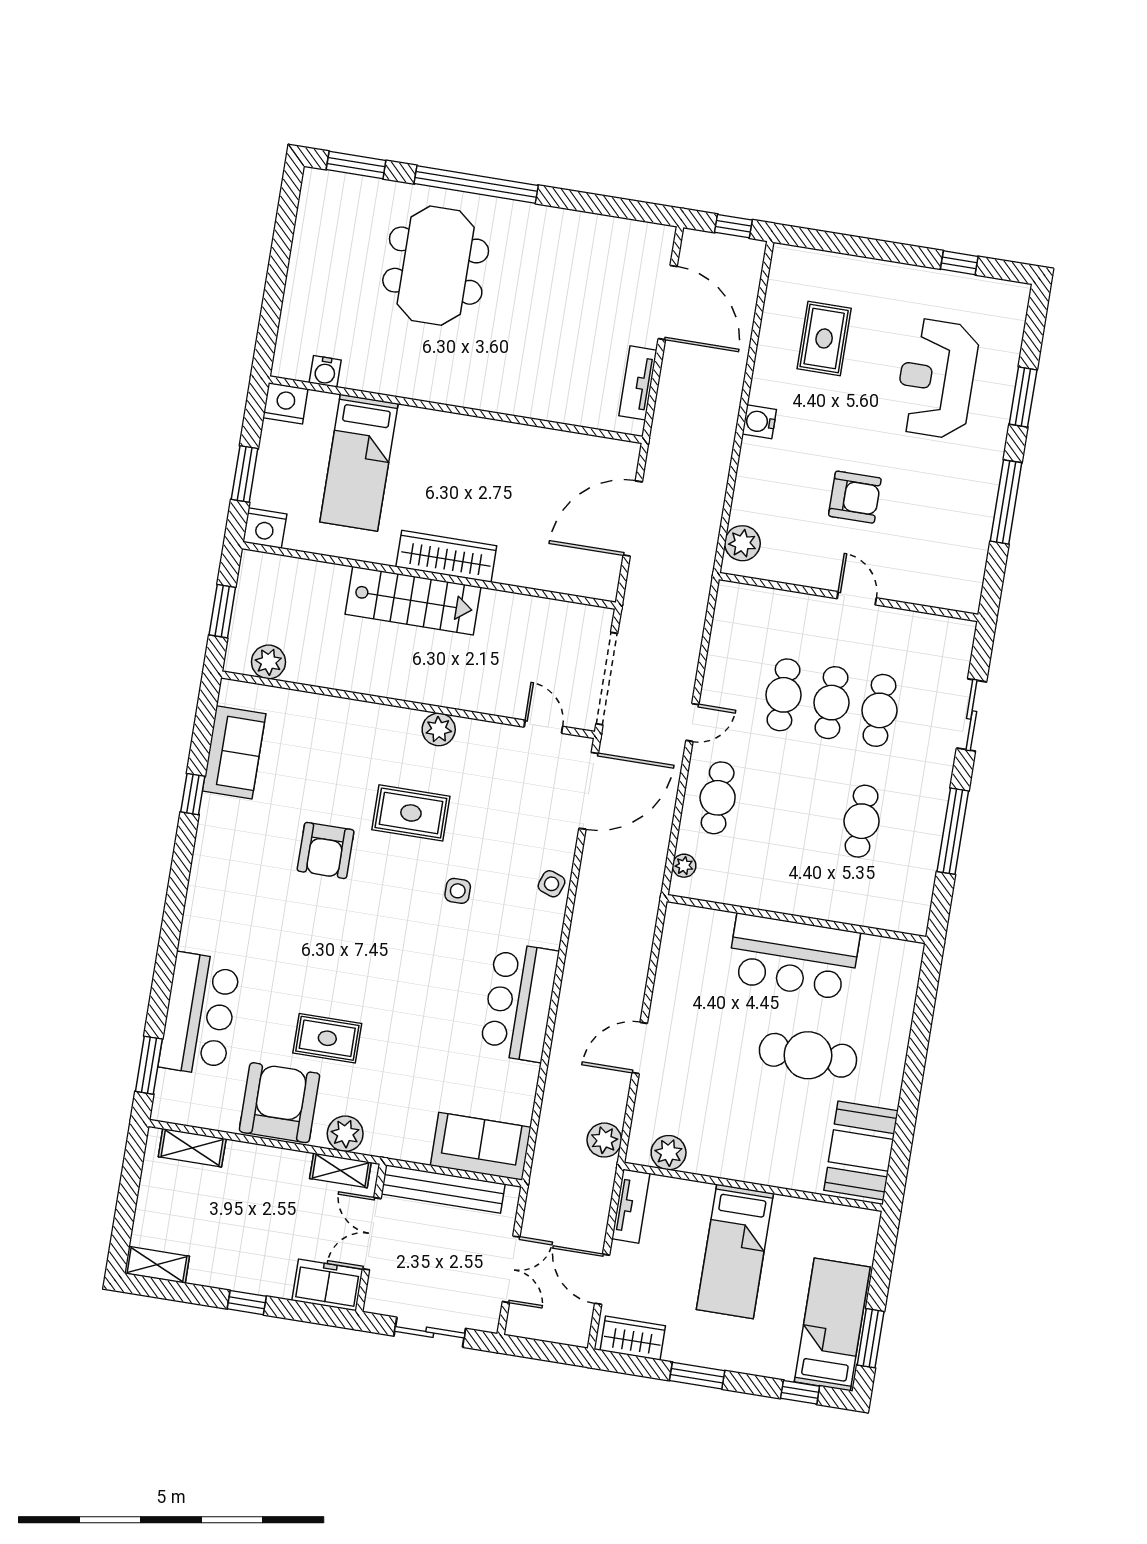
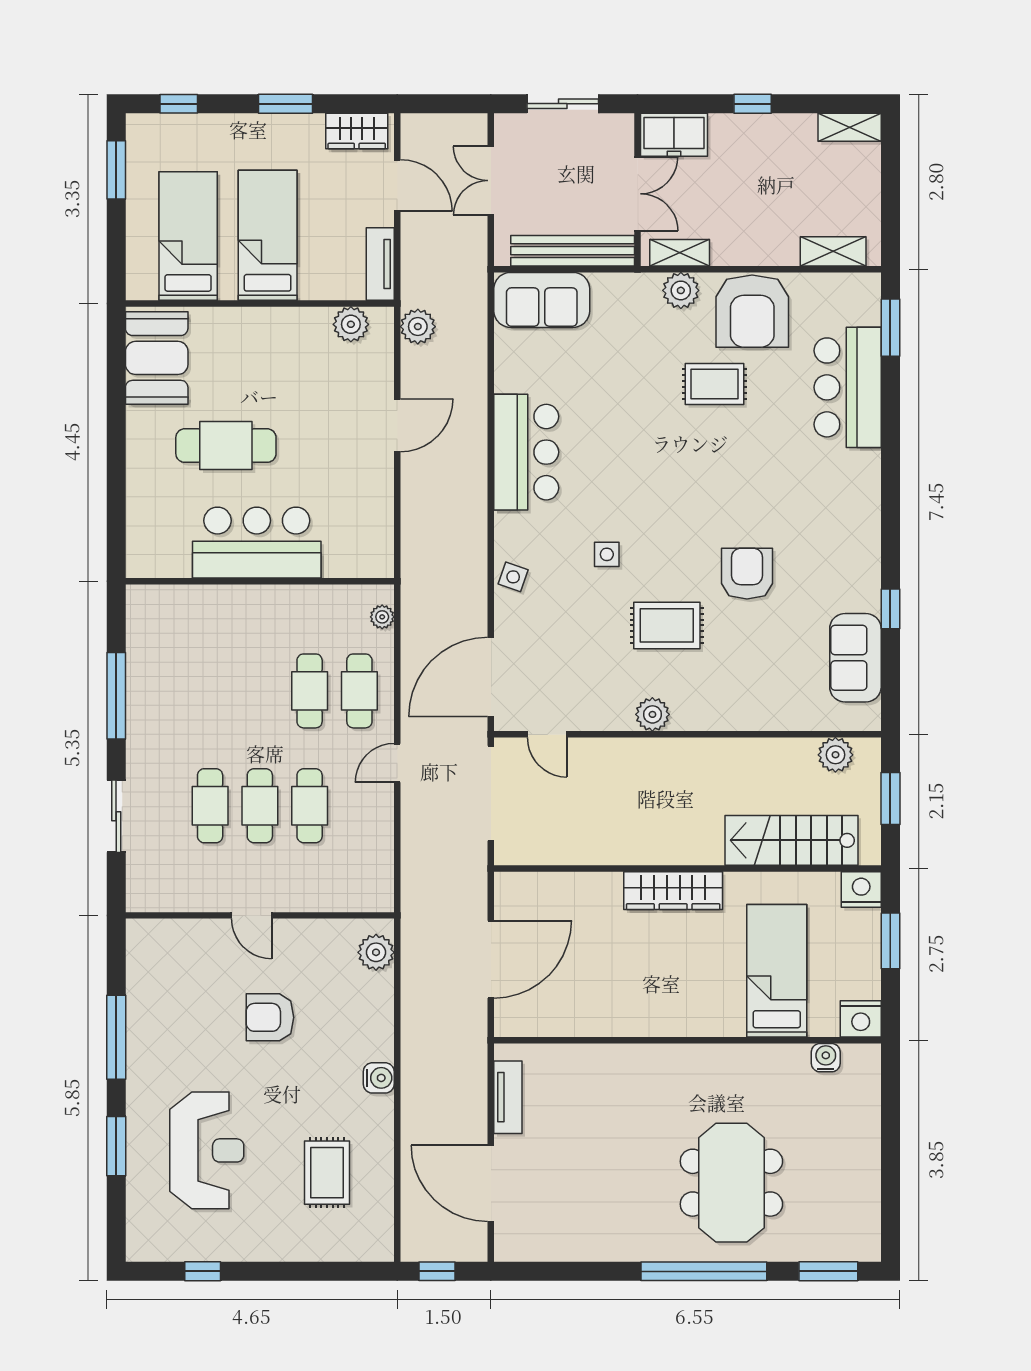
stairs: (413, 601) -> (791, 840), moved
cafe table: (862, 821) -> (310, 691), moved
bed: (832, 1324) -> (188, 236), moved, turned 180

